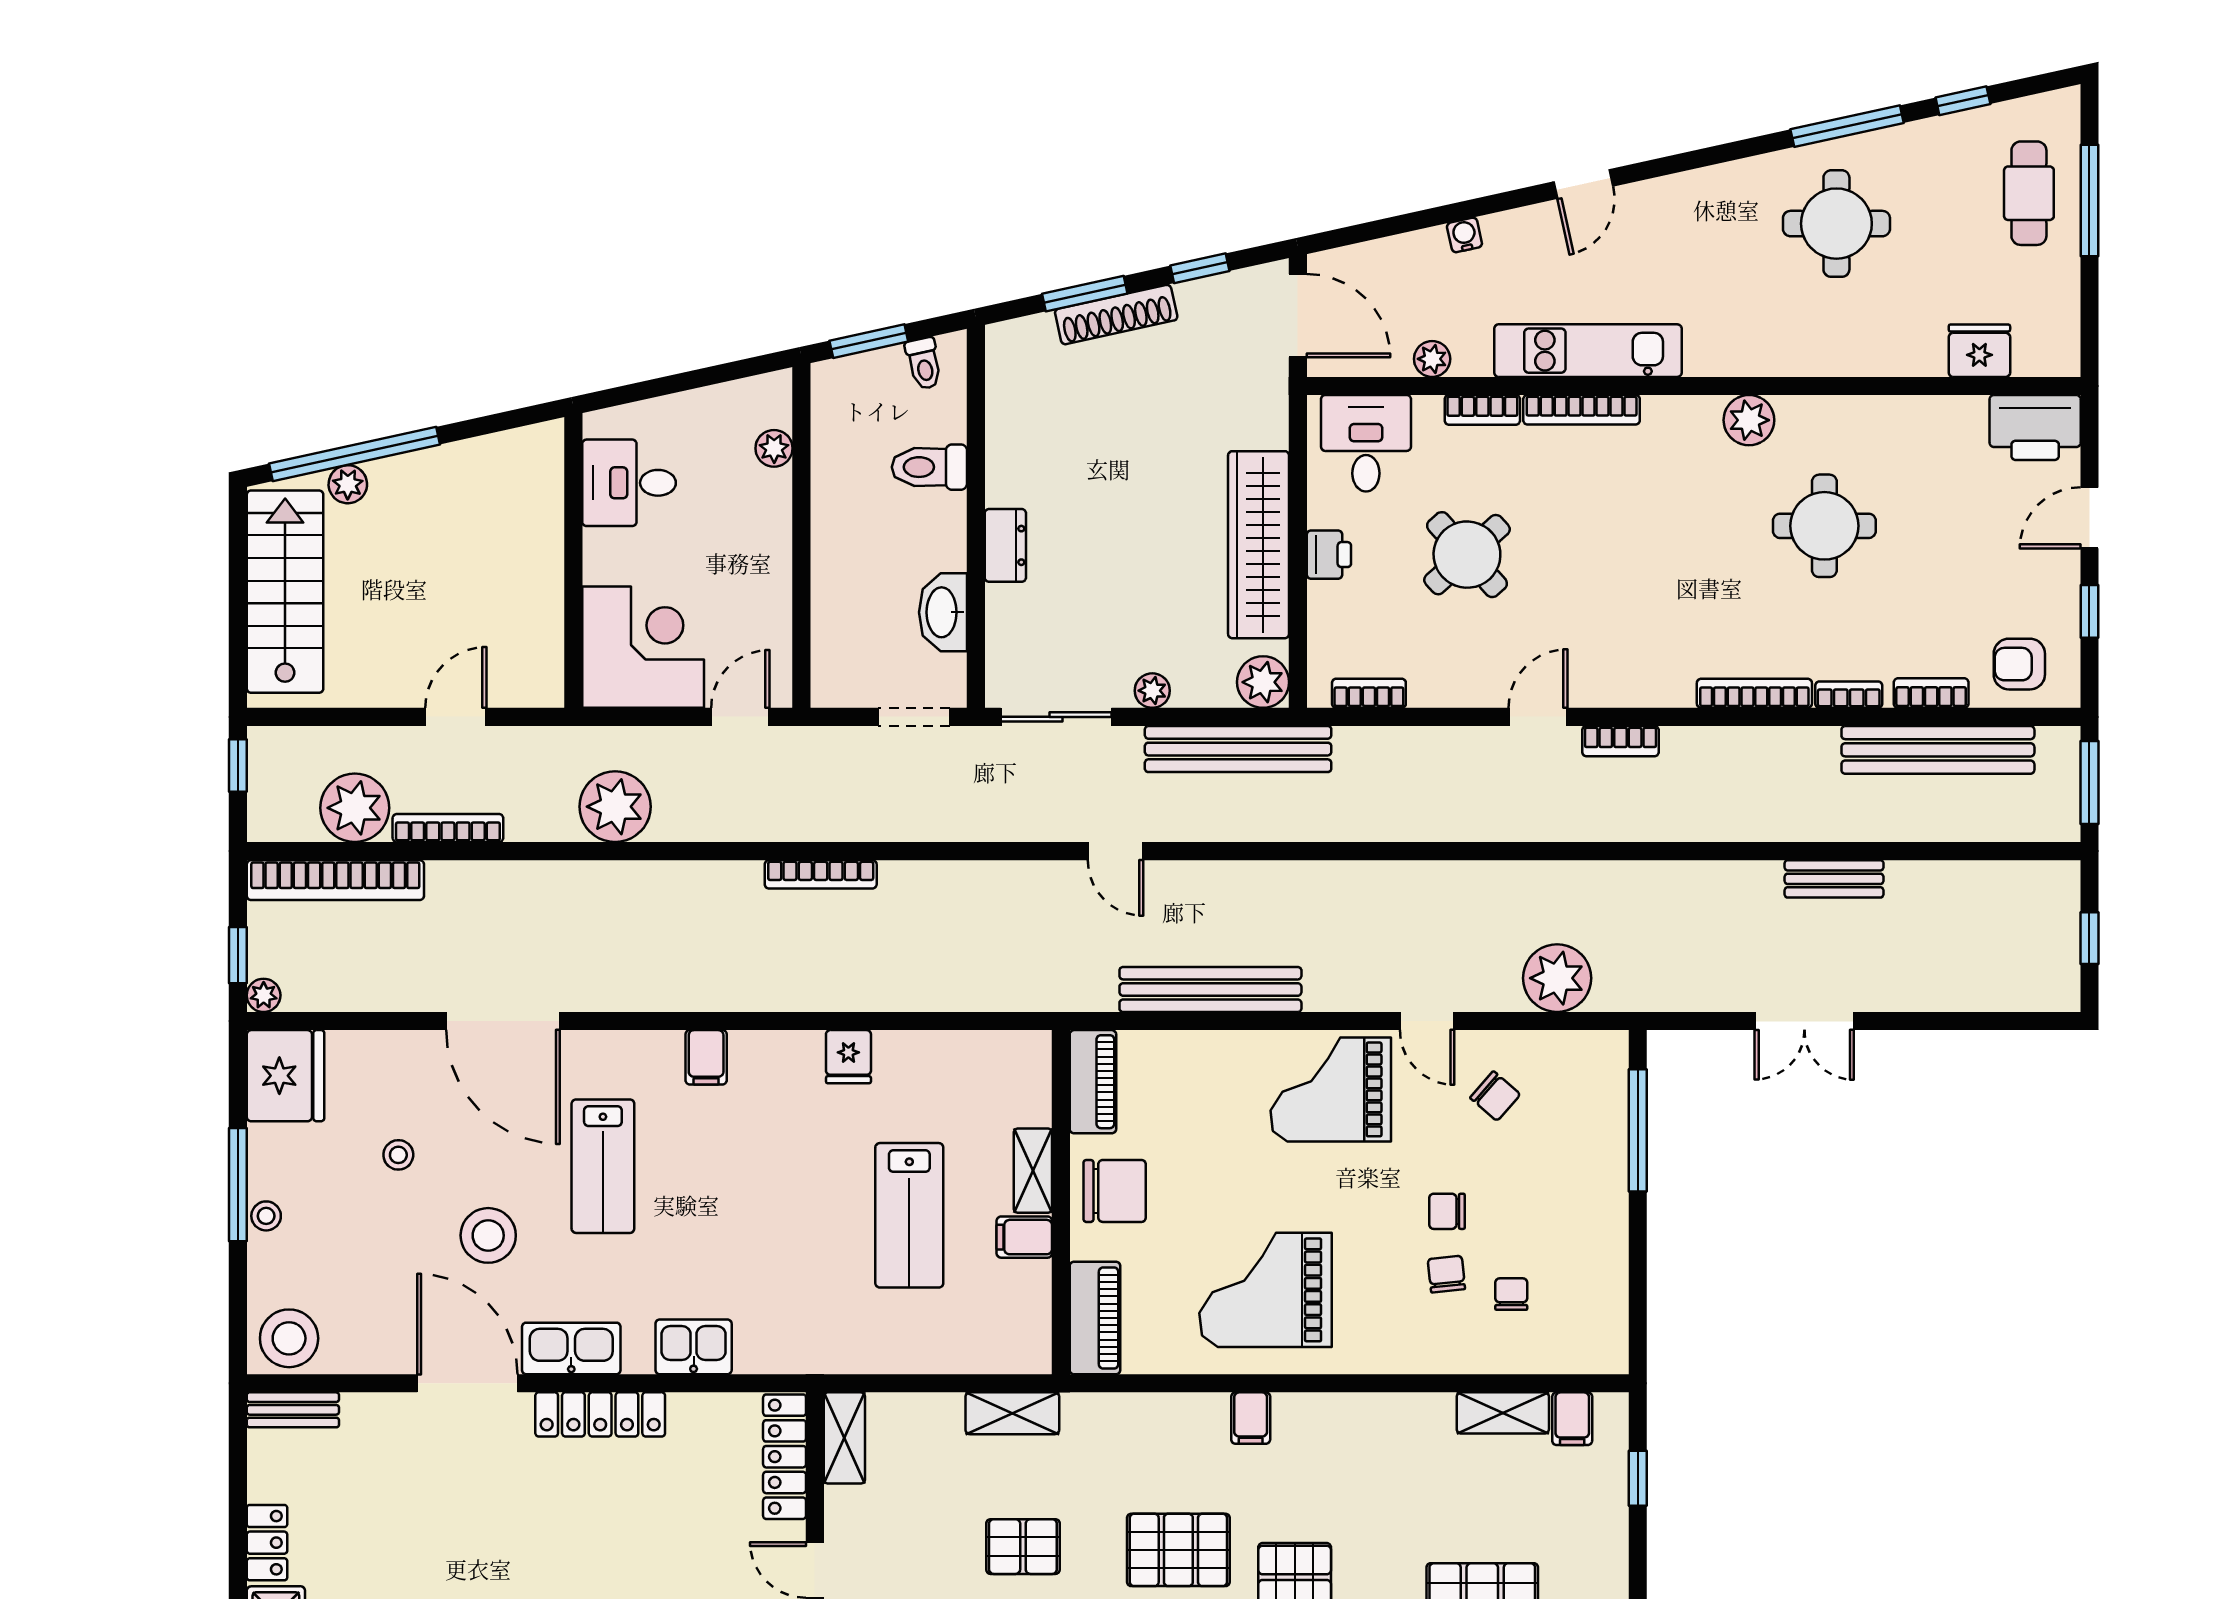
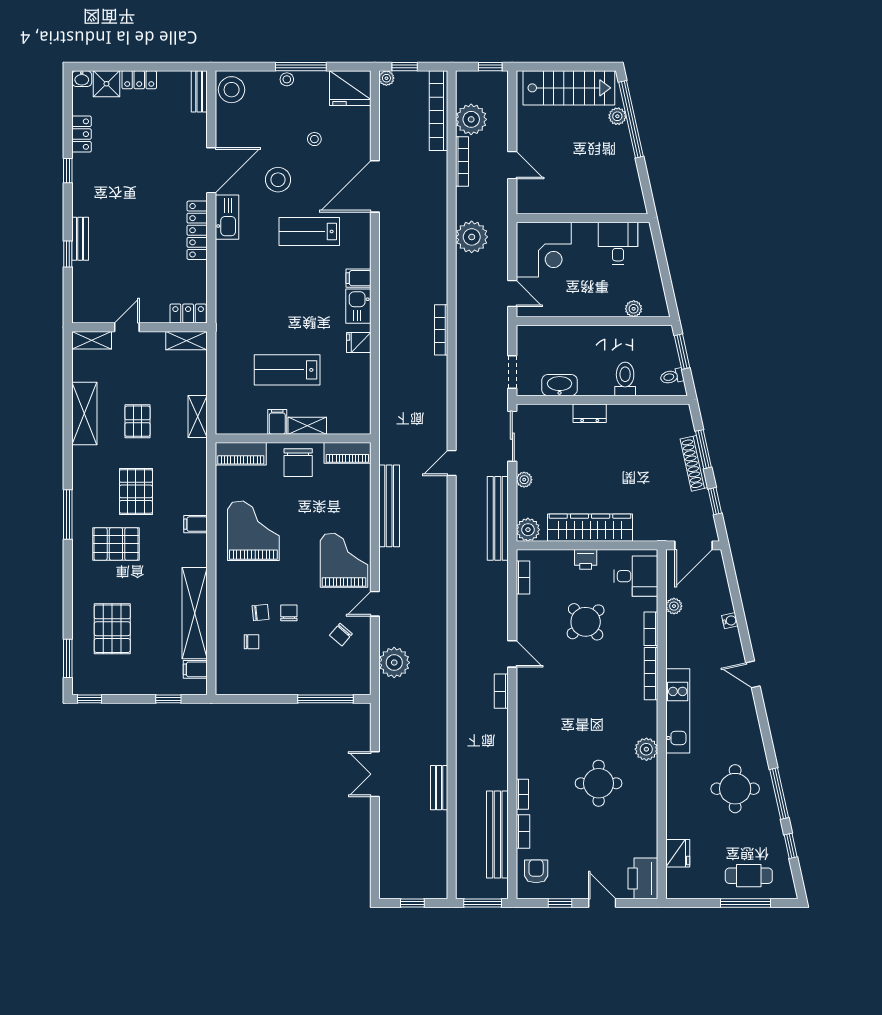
kitchen unit: (1588, 351) -> (678, 711), moved
bookcase: (1754, 693) -> (523, 752), removed
kitchen sink: (694, 1347) -> (358, 306), moved, turned 180
shelving: (1503, 1413) -> (195, 613), width x2.20, depth x1.33
locker: (785, 1457) -> (188, 314), width x0.66

